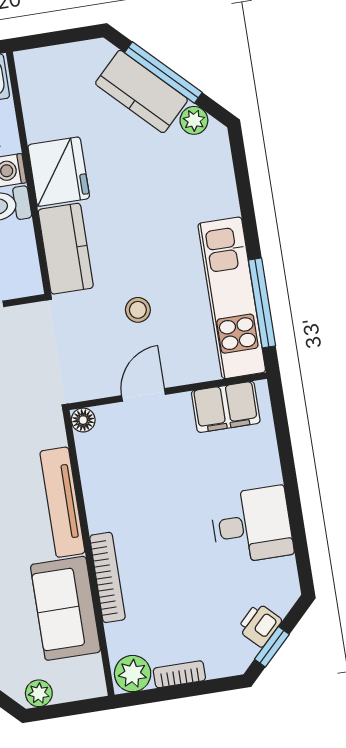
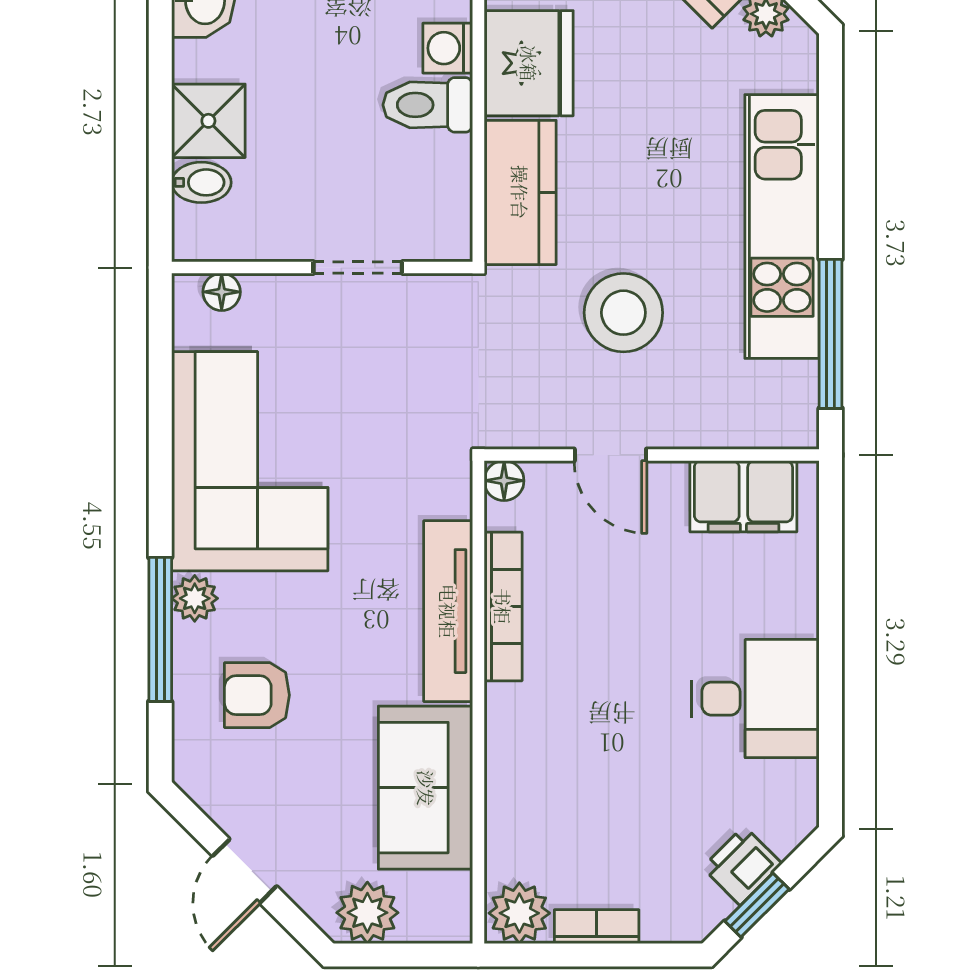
kitchen unit: (232, 298) -> (782, 227), moved
stool: (138, 310) -> (623, 313), width x1.89, depth x1.89
door: (143, 395) -> (610, 455), swing flipped
bookcase: (107, 577) -> (503, 606), moved
plant: (39, 693) -> (367, 913), width x1.38, depth x1.38

